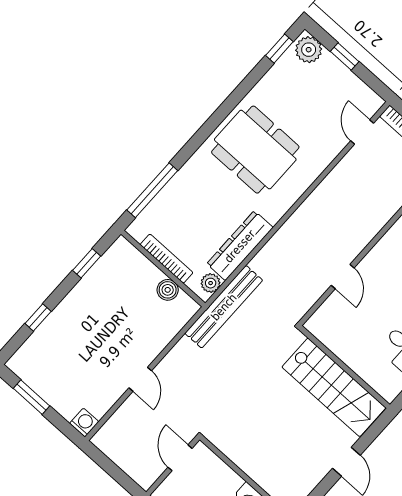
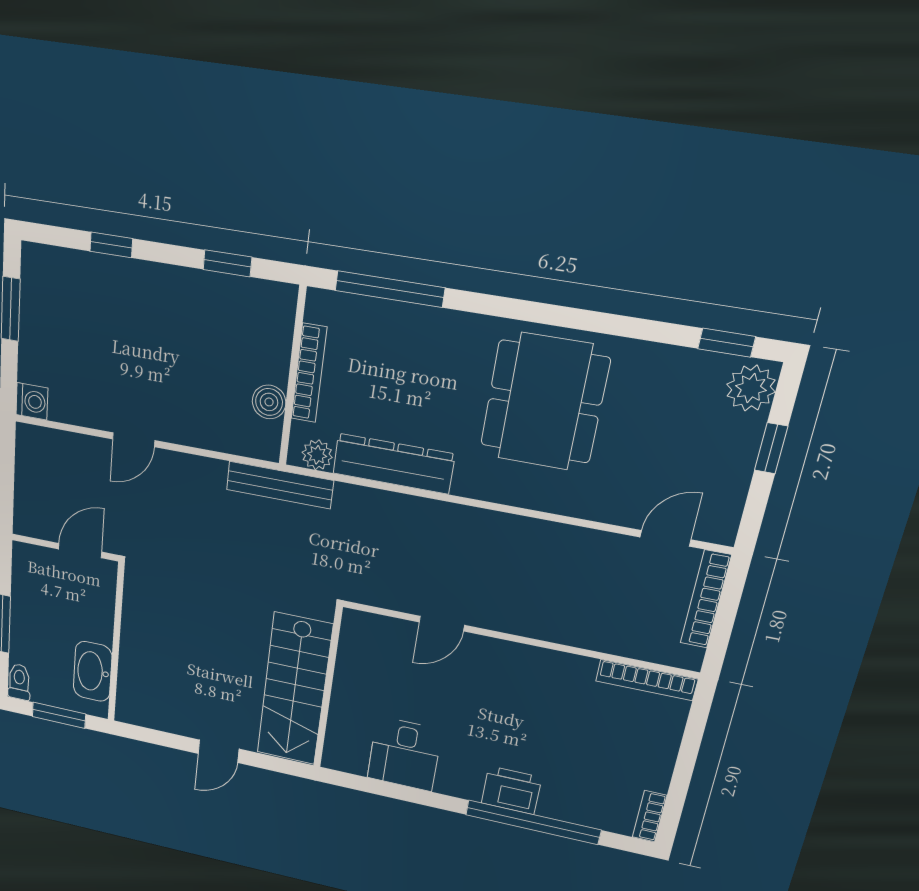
bench: (224, 307) -> (280, 485), width x0.73, depth x0.82

